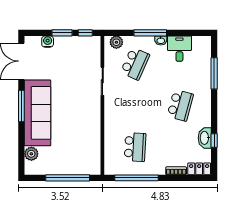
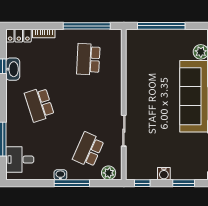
window: (62, 33) -> (184, 183), moved
water cooler: (48, 42) -> (164, 174), moved
desk: (179, 49) -> (20, 160), moved, turned 90
school desk: (180, 105) -> (39, 104), turned -33

